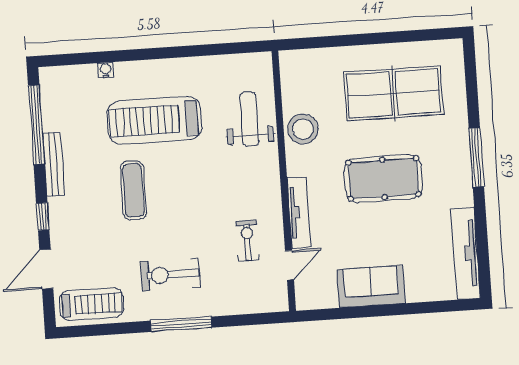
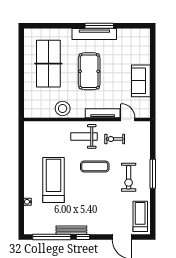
weight bench: (249, 119) -> (84, 136), moved
treadmill: (154, 120) -> (53, 180), turned 180
window: (476, 158) -> (99, 26), moved
exercise mat: (133, 190) -> (95, 167), moved
window: (43, 216) -> (83, 237), moved
tv unit: (466, 253) -> (94, 34), moved

